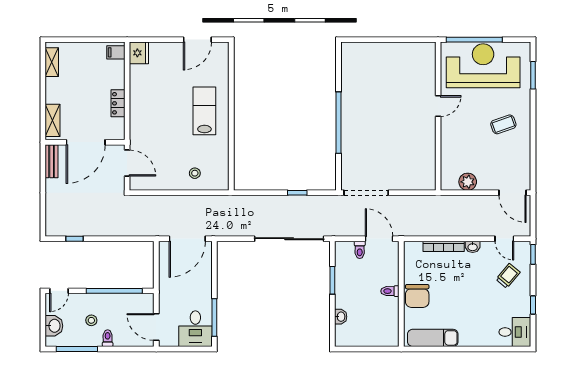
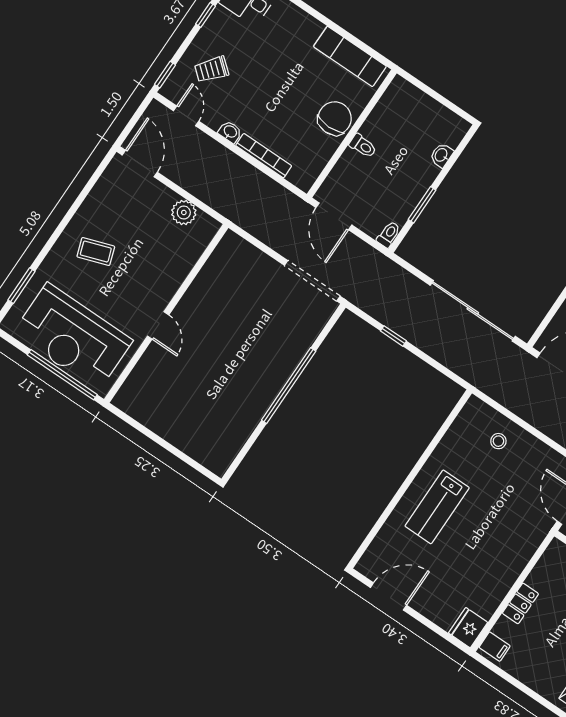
locker: (118, 103) -> (520, 603), moved
door: (438, 106) -> (158, 325), swing flipped
sliding door: (289, 239) -> (473, 311), moved
toilet: (360, 250) -> (389, 234), moved

